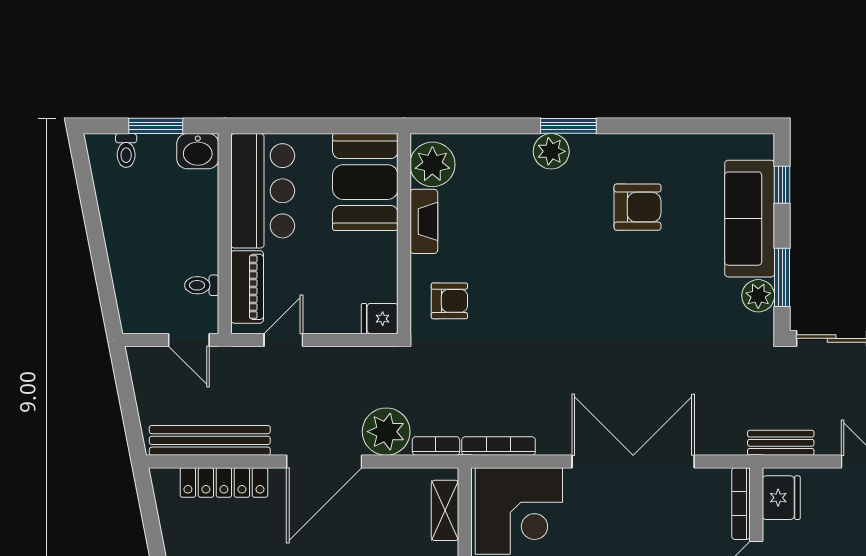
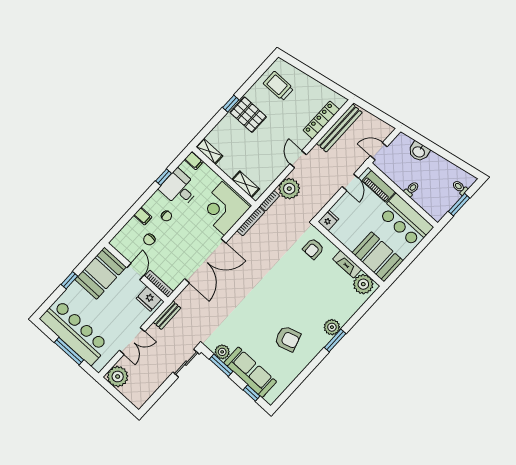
washbasin: (198, 151) -> (419, 152), moved, turned -101
armchair: (638, 207) -> (288, 339), turned -107
toilet: (202, 285) -> (412, 189), moved
door: (324, 461) -> (298, 159), width x0.53

